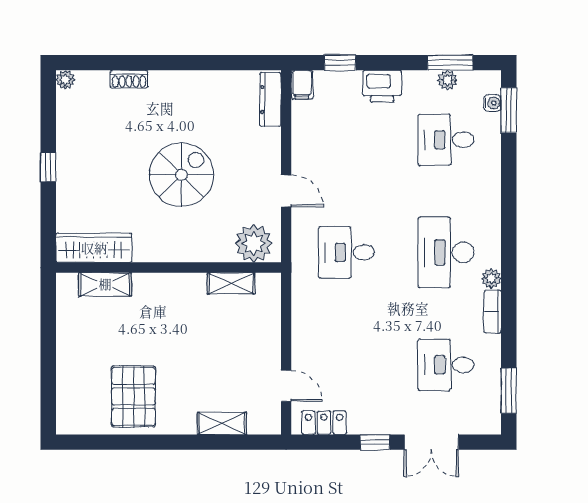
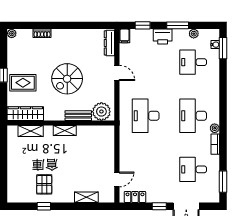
window: (450, 63) -> (178, 25), moved
spiral stairs: (181, 175) -> (67, 79), turned 180
rug: (89, 183) -> (23, 83), added
door: (286, 191) -> (117, 73), moved
bench: (205, 252) -> (78, 116), added
desk: (346, 252) -> (146, 116), width x1.37
shelving: (231, 283) -> (65, 131), moved
door: (286, 386) -> (117, 179), hinge flipped
pallet: (134, 396) -> (44, 184), width x0.67, depth x0.71
window: (133, 442) -> (44, 206), added

